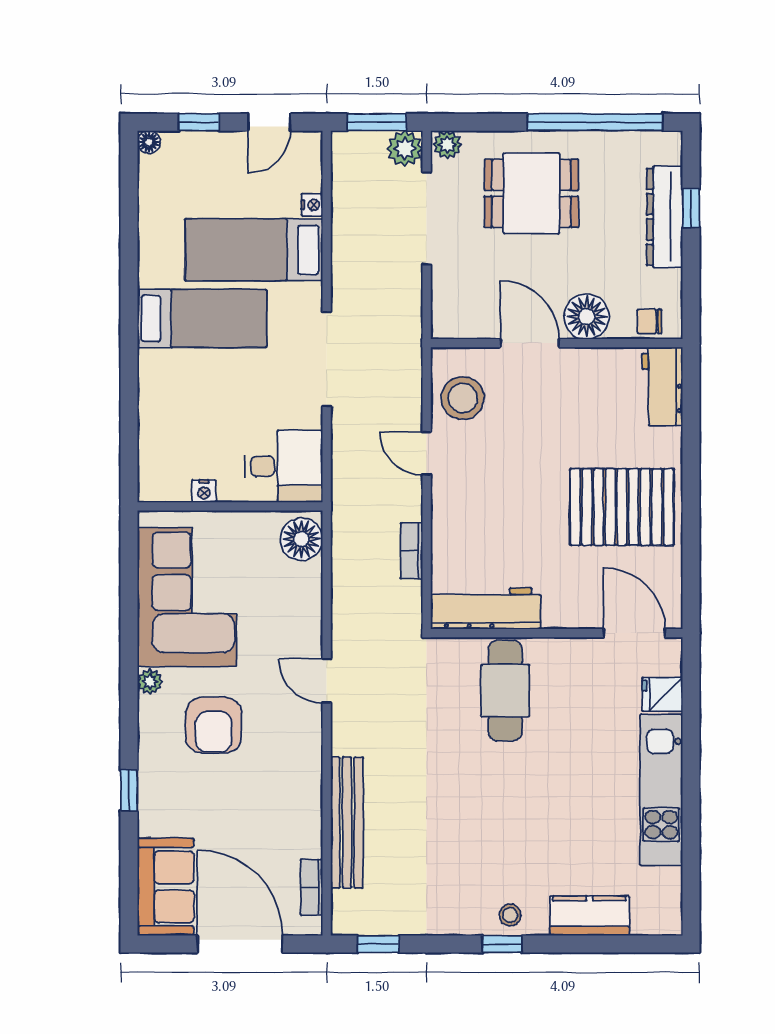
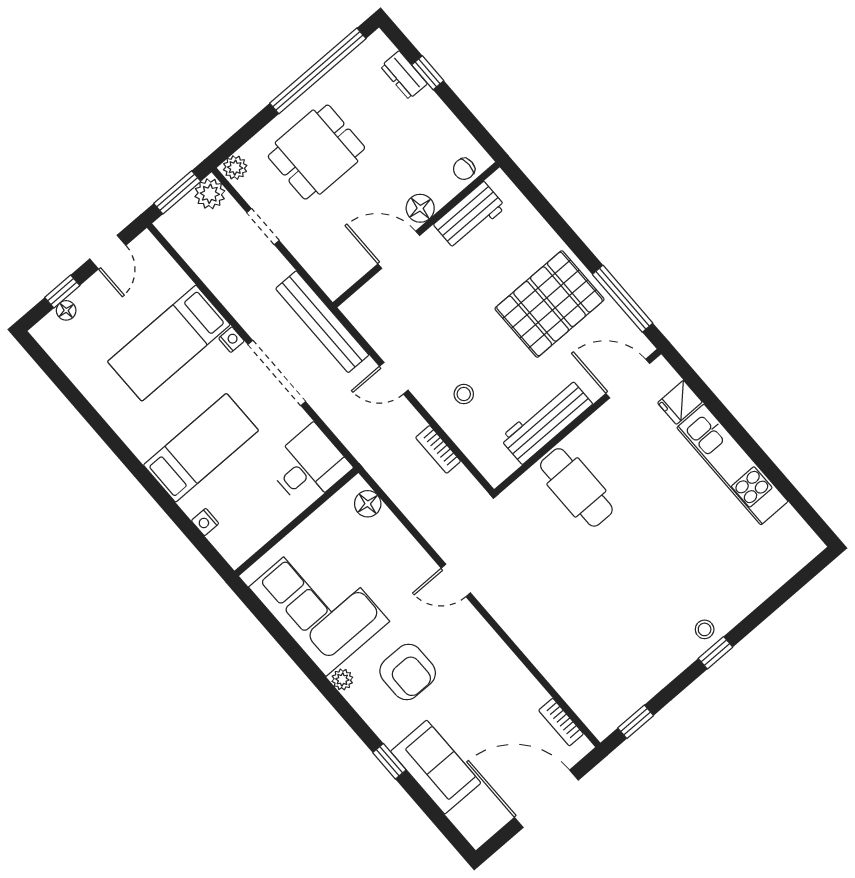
floor lamp: (149, 142) -> (66, 310), moved
nightstand: (312, 205) -> (231, 340), moved
dresser: (665, 217) -> (404, 75), width x0.51, depth x0.80
doorway: (427, 218) -> (263, 227), width x0.53
floor lamp: (587, 317) -> (420, 208), width x0.73, depth x0.73
bed: (202, 319) -> (201, 448), moved
workbench: (662, 386) -> (470, 216), moved, turned -90
stool: (463, 398) -> (464, 394), moved, width x0.53, depth x0.53
nightstand: (204, 491) -> (205, 522), moved, turned 90
floor lamp: (301, 539) -> (368, 504), width x0.73, depth x0.73
window: (691, 558) -> (623, 299), added
workbench: (486, 608) -> (546, 421), moved
bench: (347, 823) -> (322, 322), moved
sofa: (166, 887) -> (436, 767), moved
kitchen counter: (590, 916) -> (756, 586), removed

